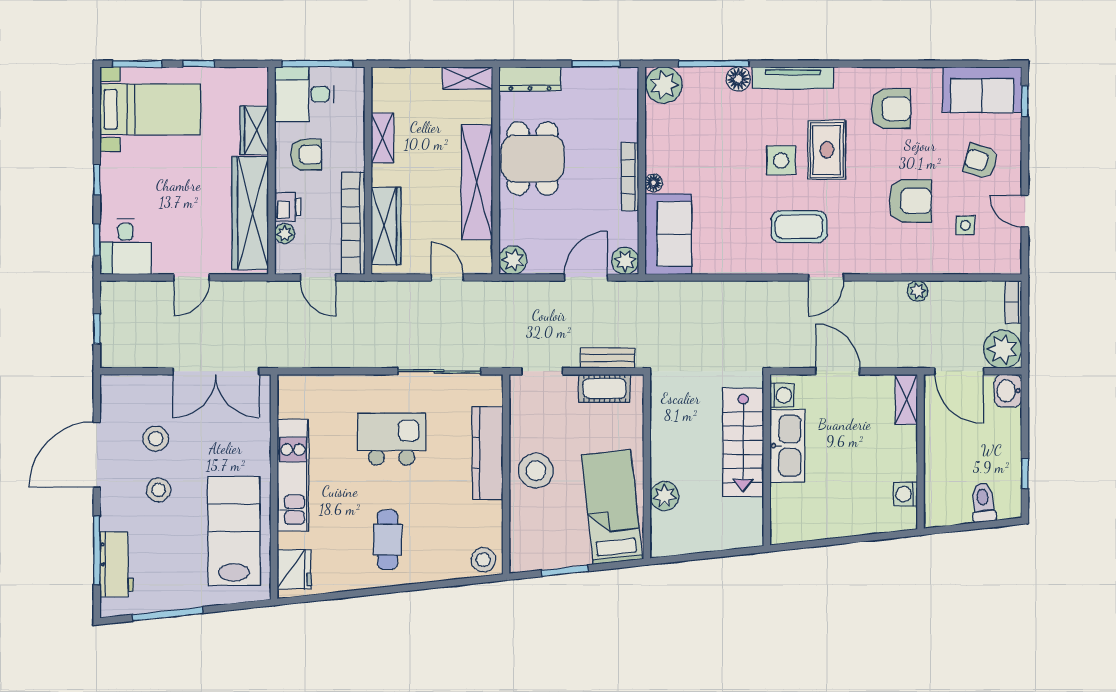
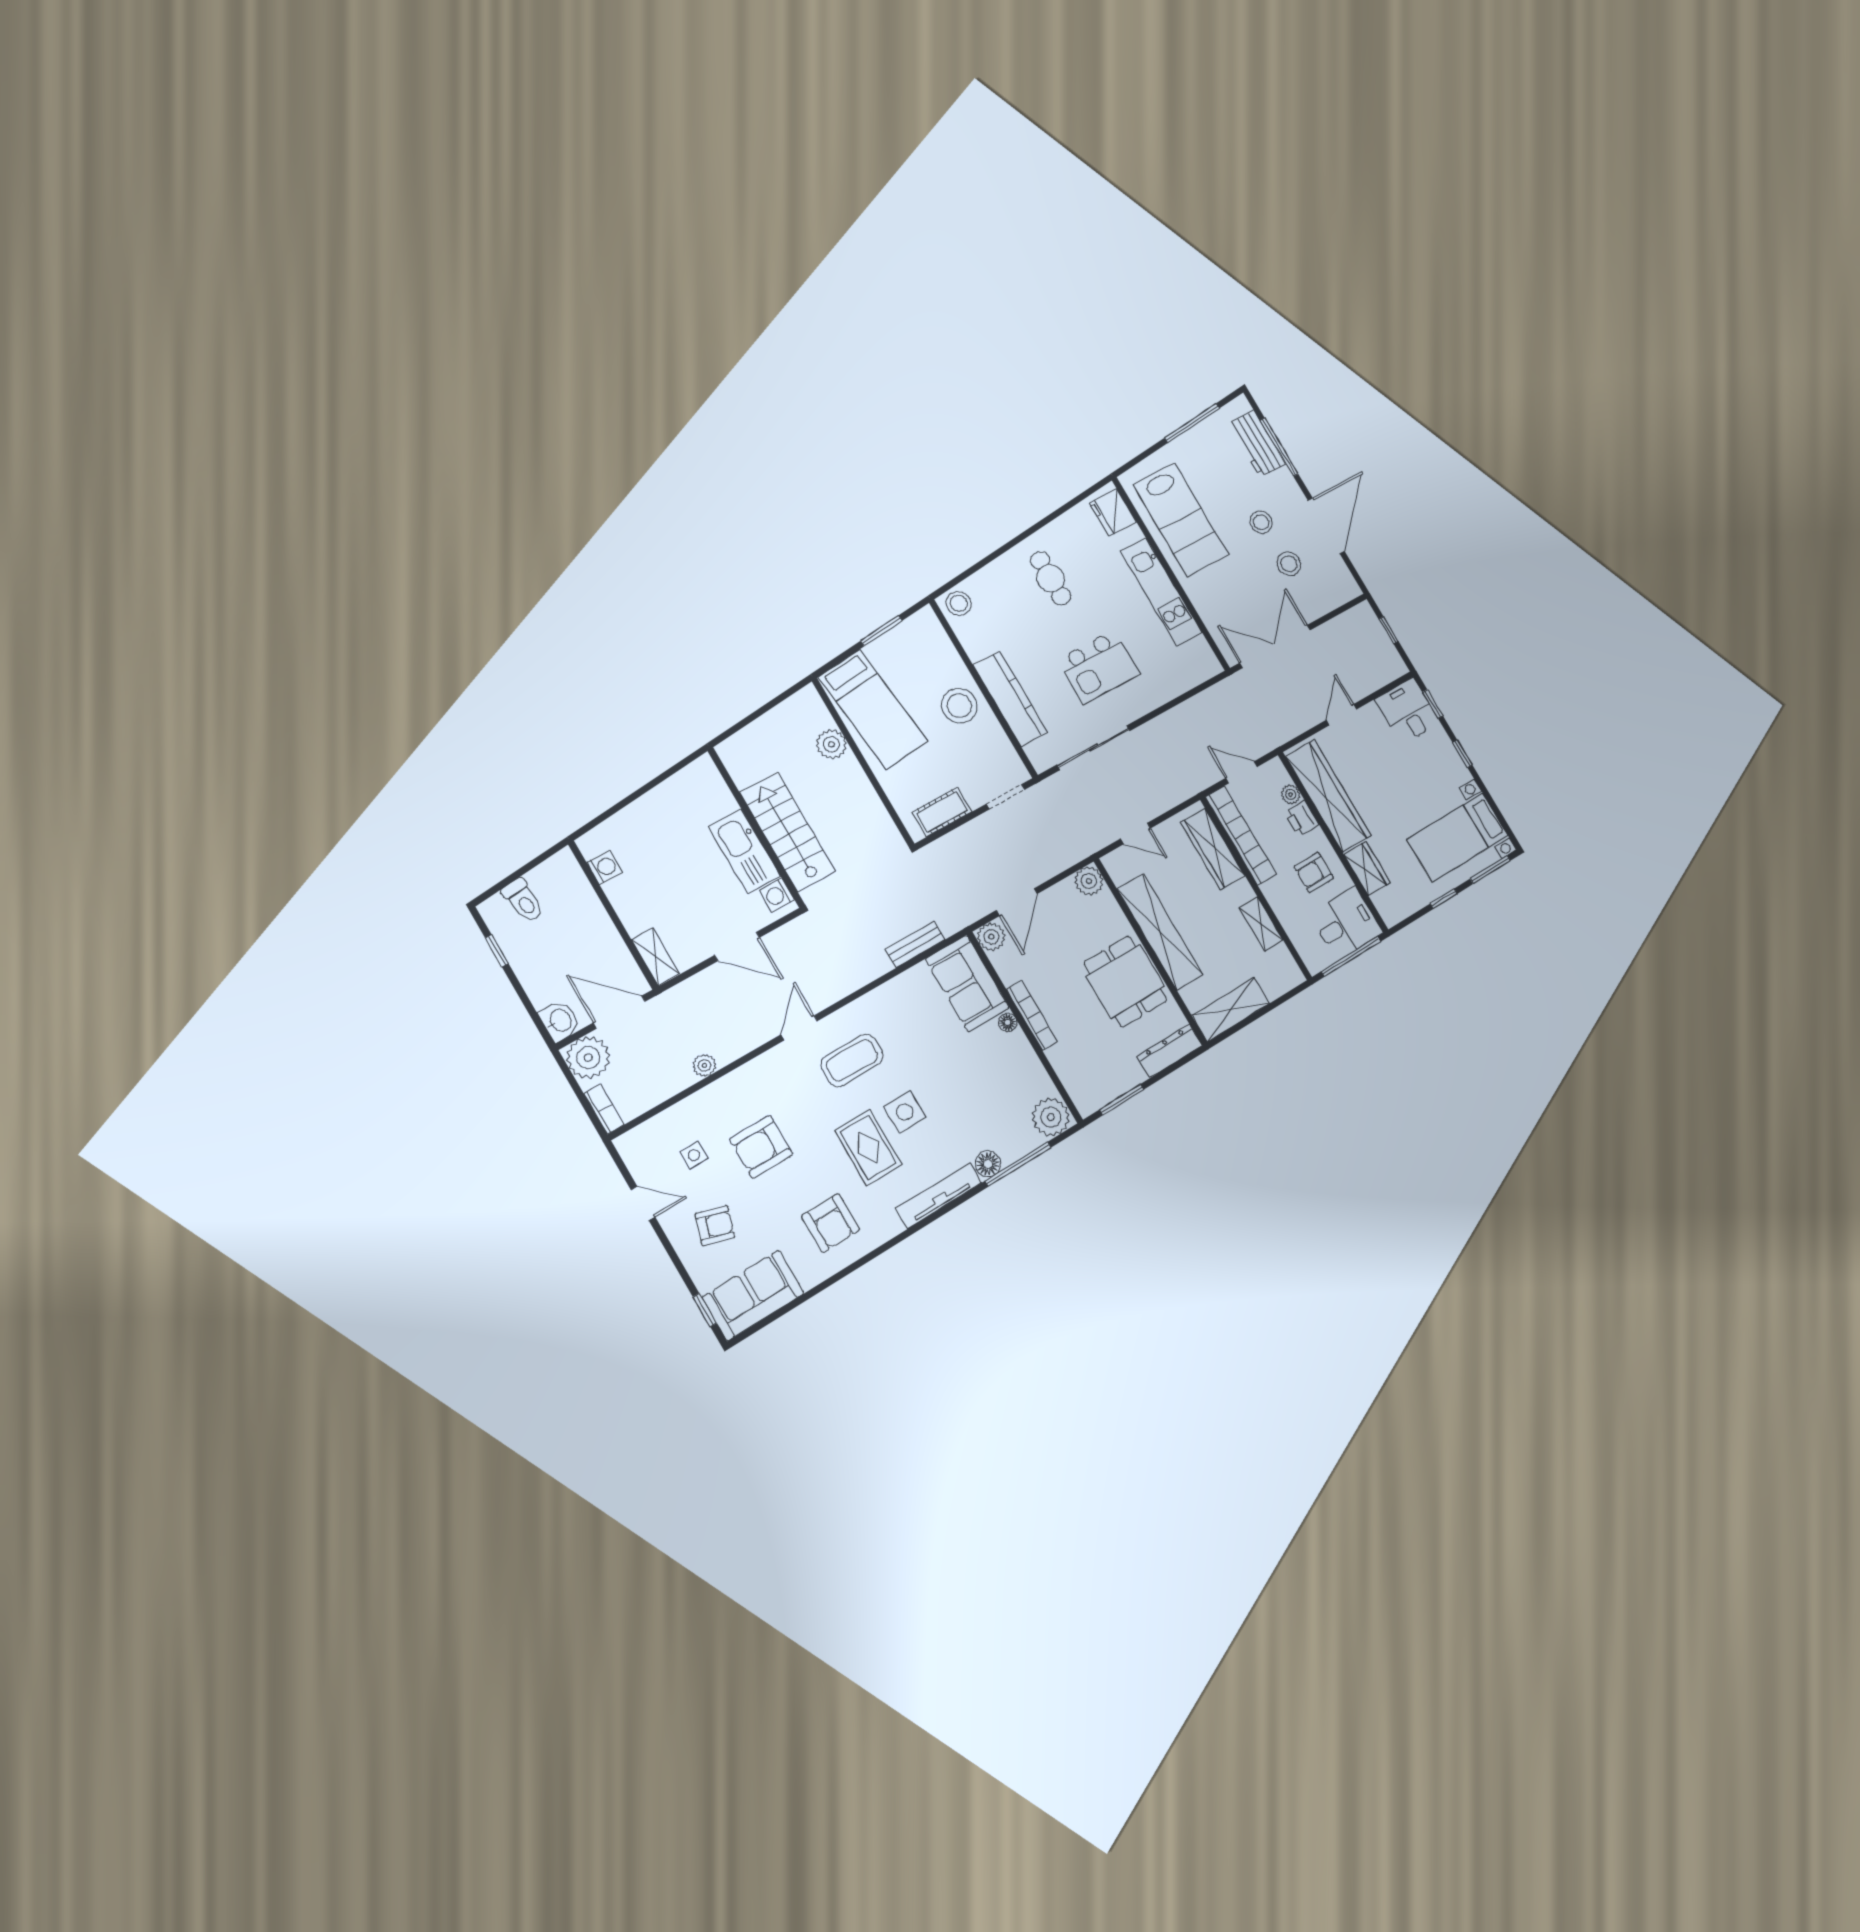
shelving: (467, 78) -> (1231, 1009), width x1.50, depth x1.33
armchair: (891, 109) -> (830, 1223), turned -90
bench: (608, 358) -> (915, 944), moved

